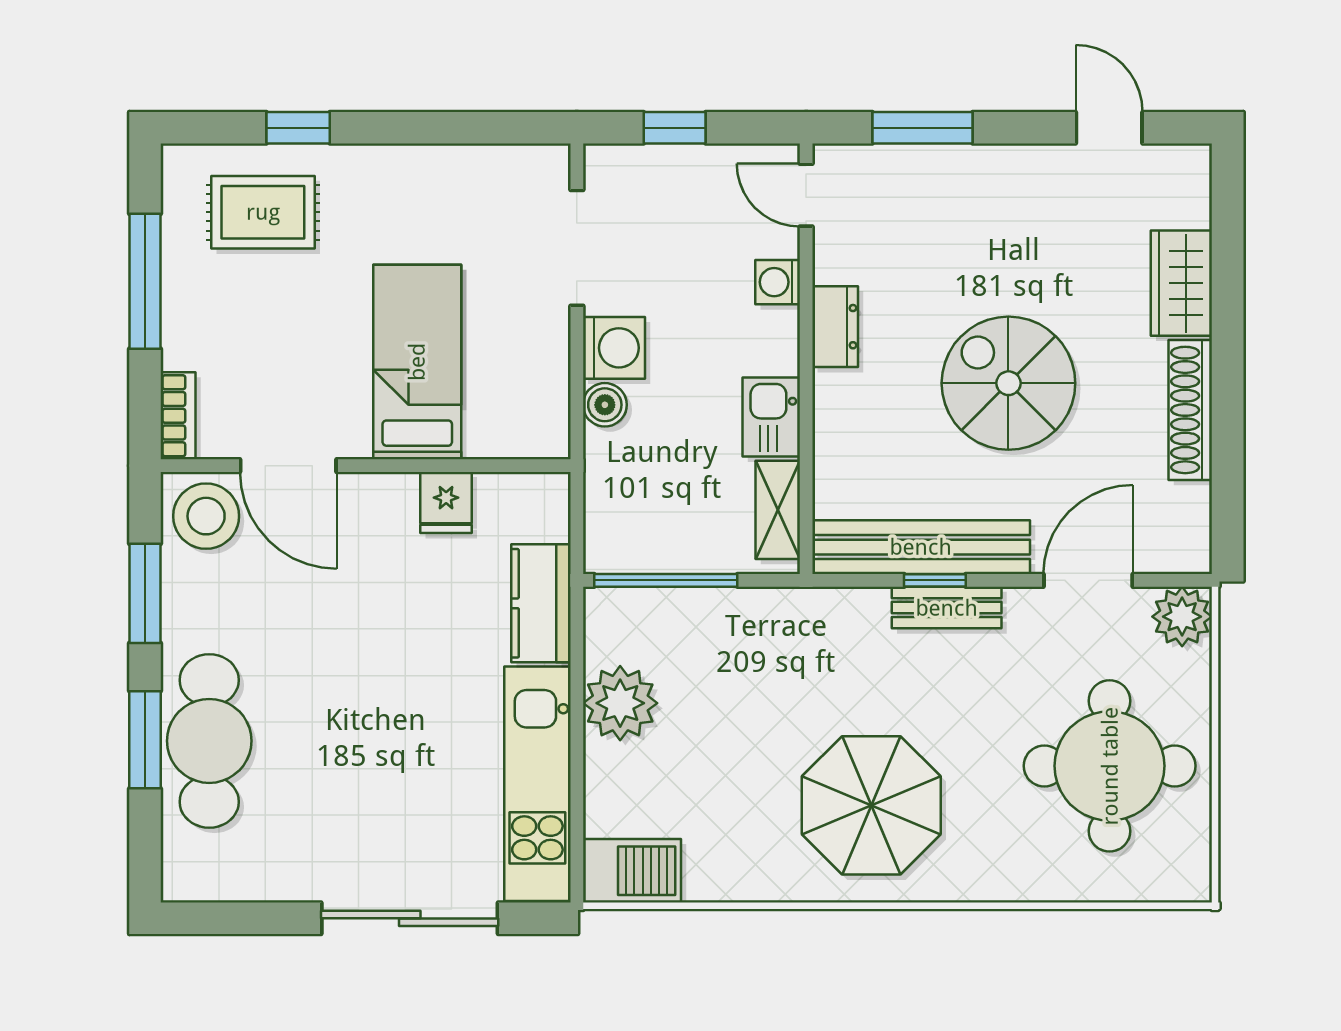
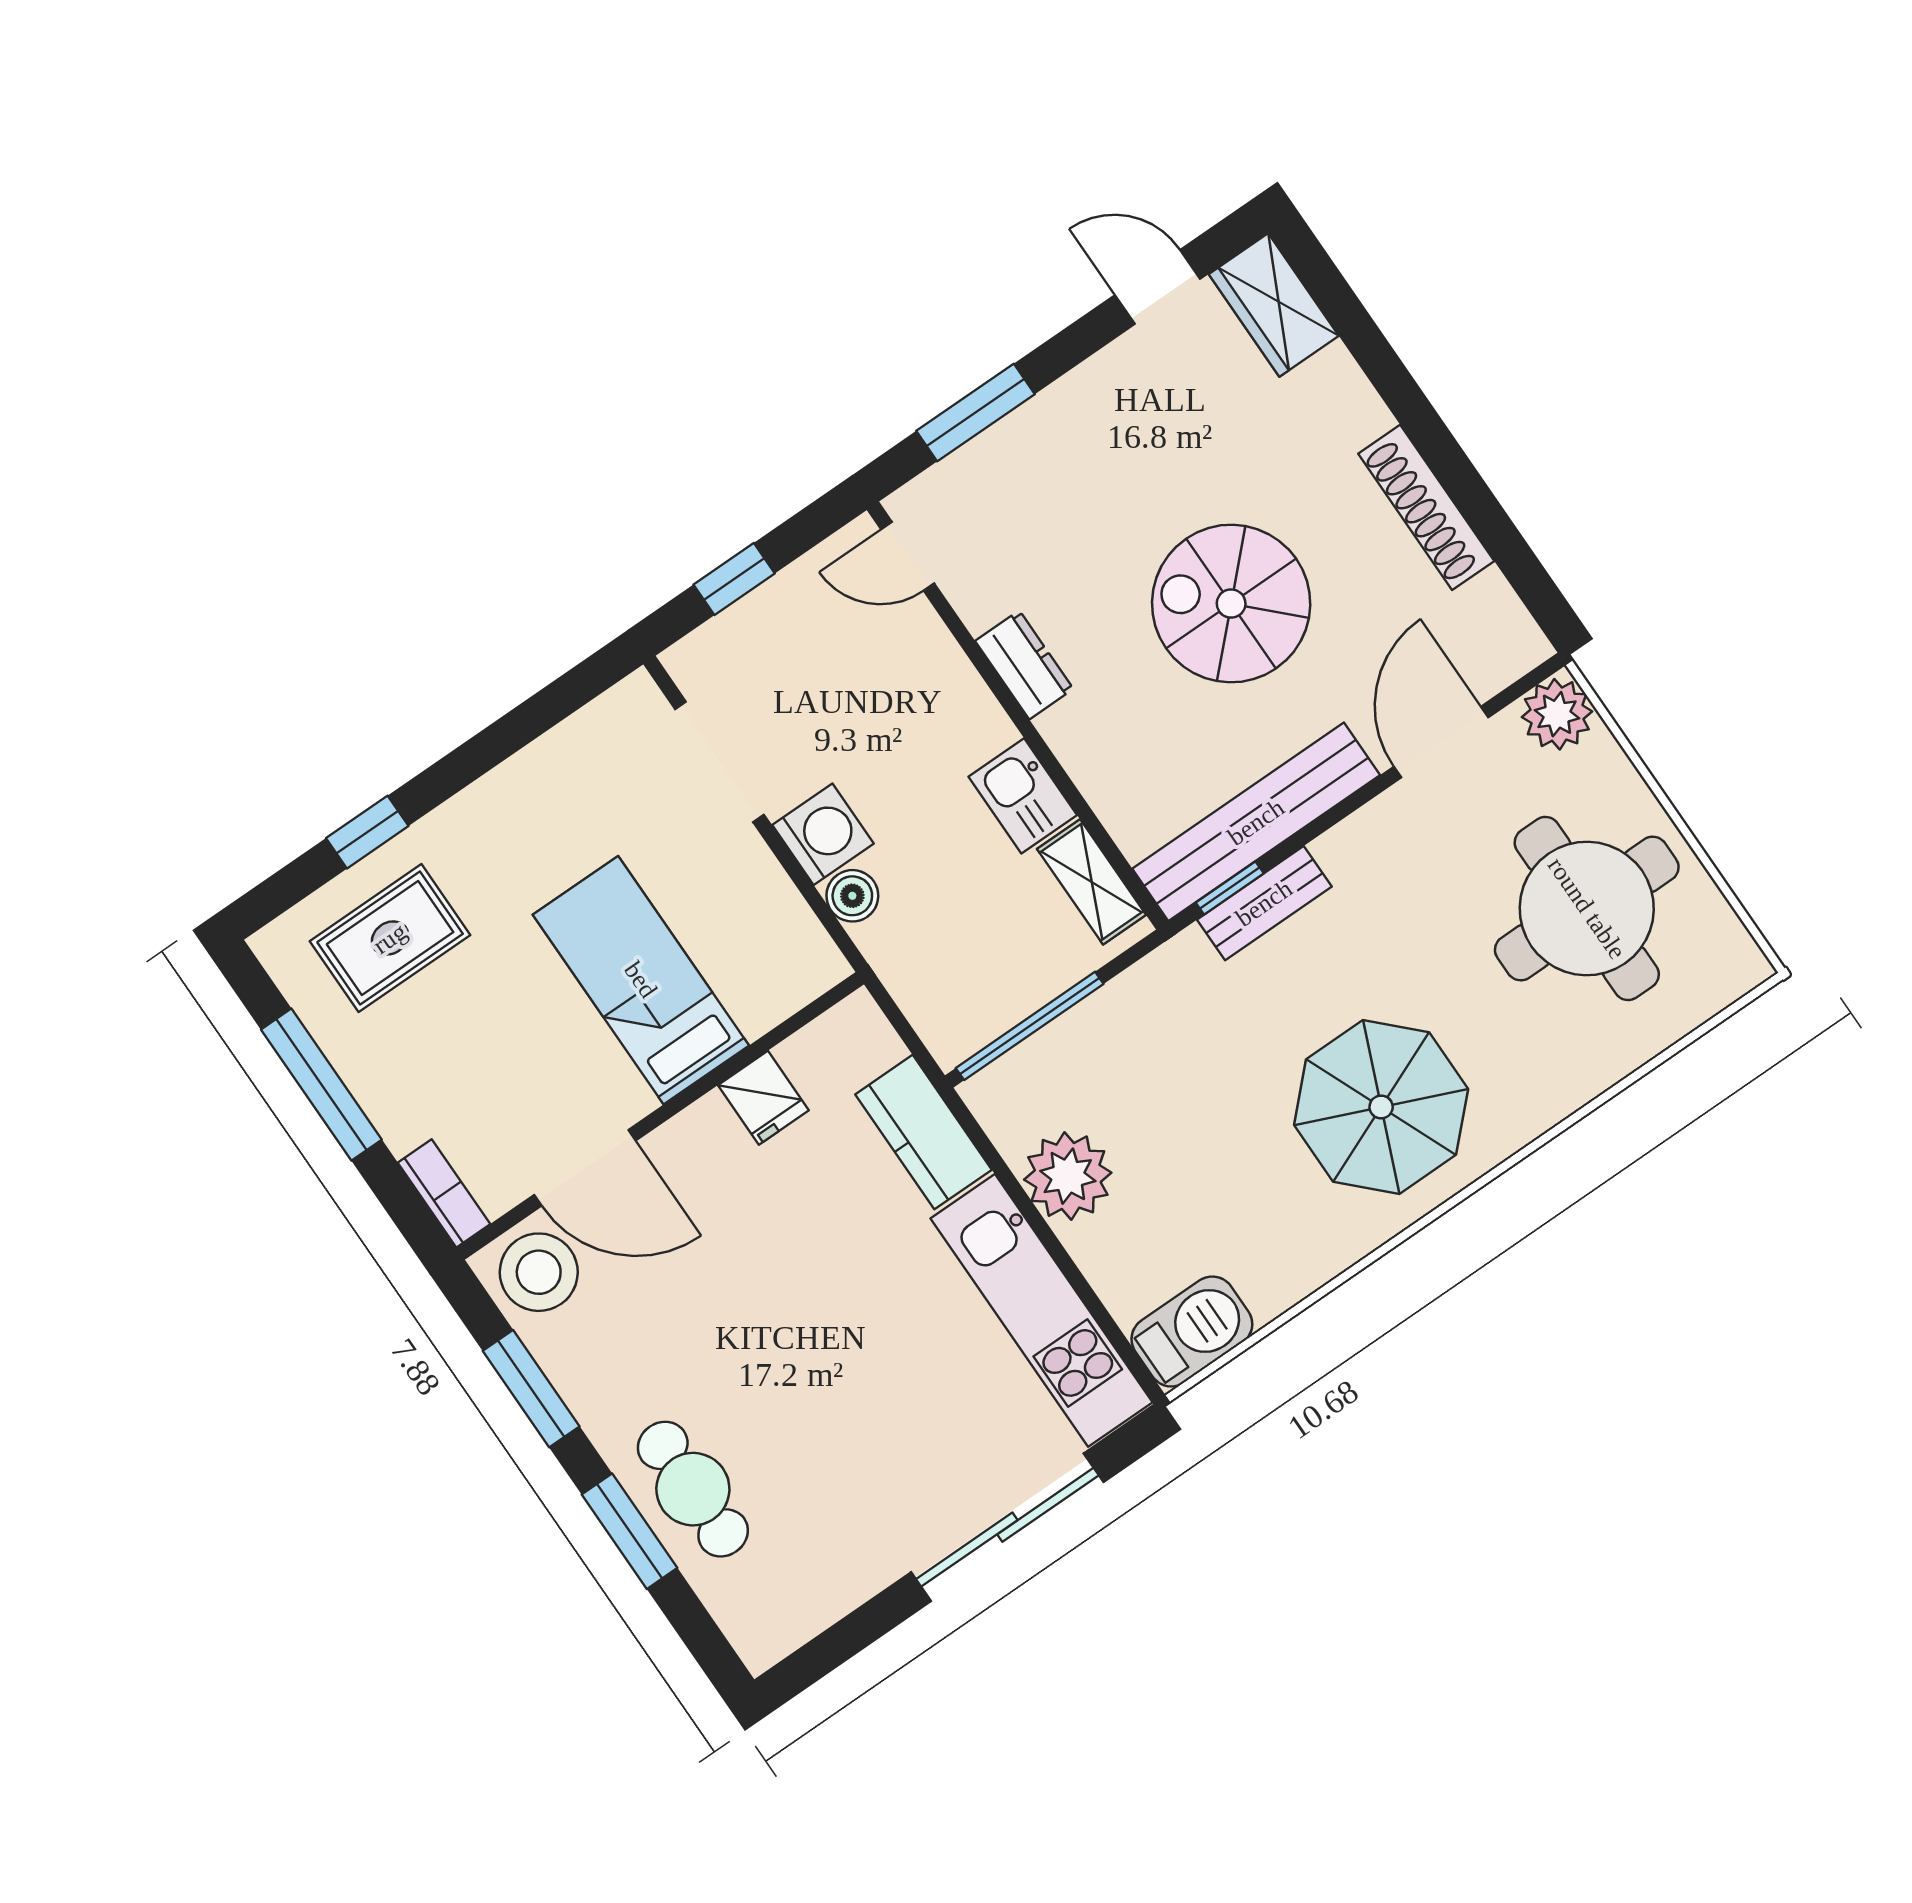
washing machine: (778, 282) -> (938, 660), removed
wardrobe: (1181, 283) -> (1274, 305), moved
window: (935, 580) -> (1230, 888), moved
bench: (947, 608) -> (1264, 903), moved
cafe table: (209, 741) -> (693, 1489), width x0.73, depth x0.74

